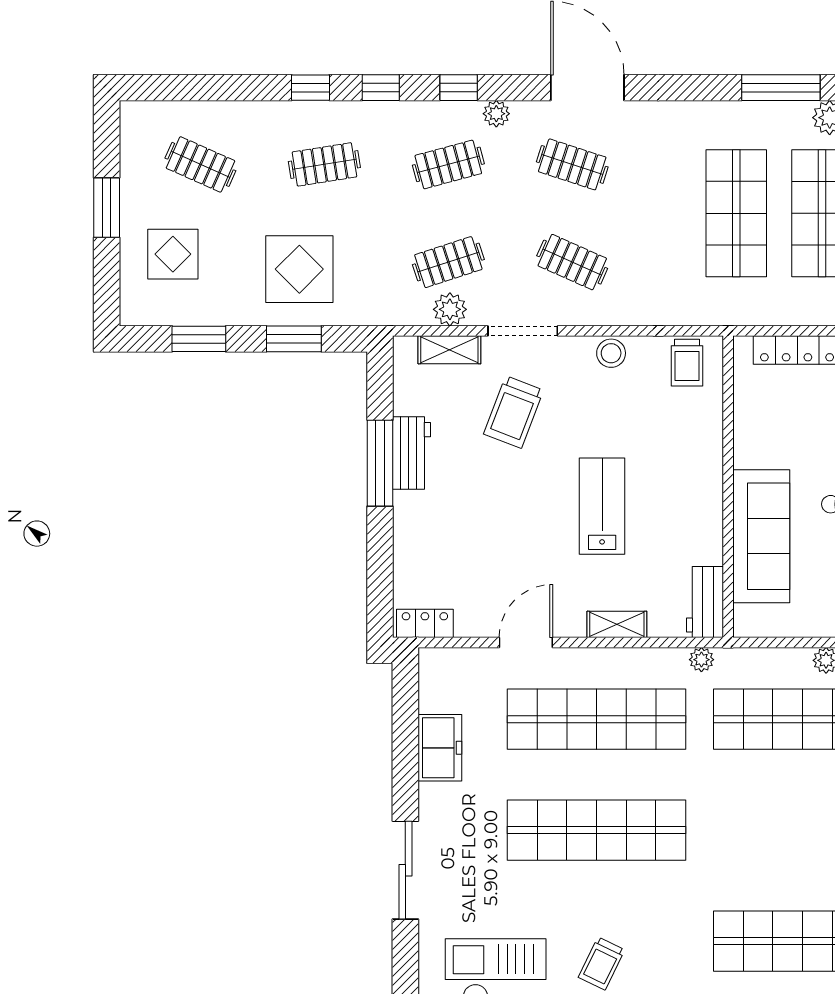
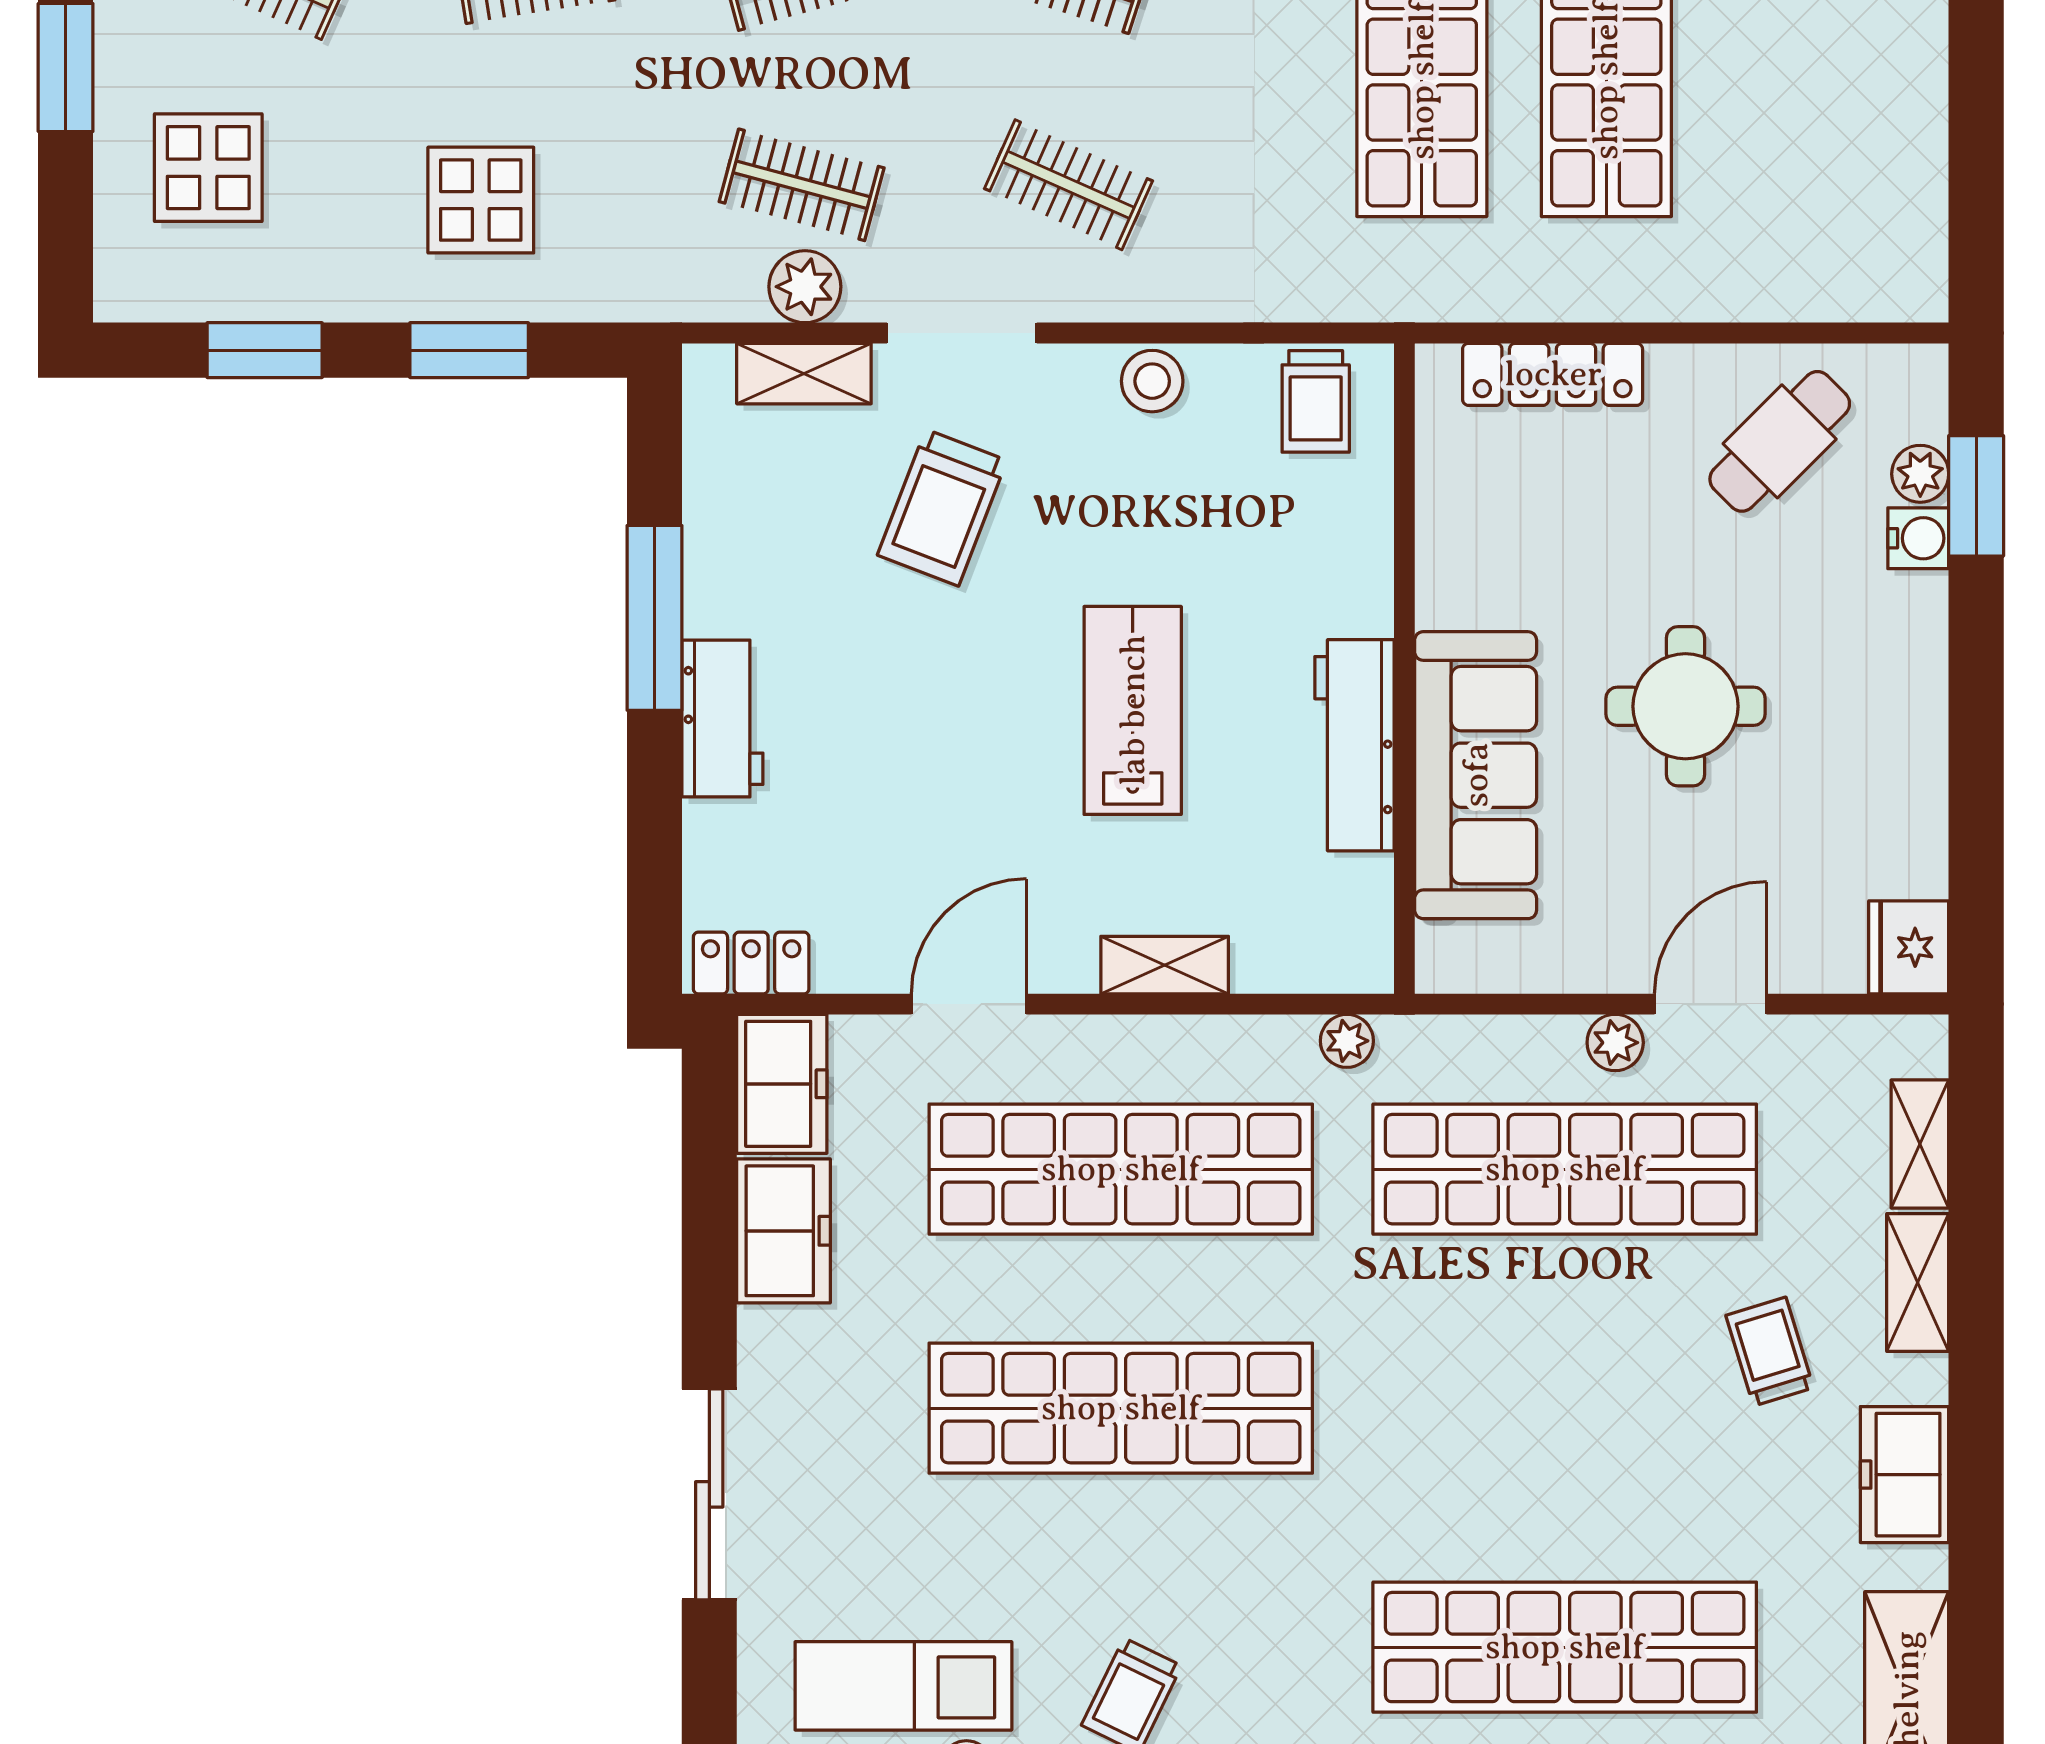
clothes rail: (448, 262) -> (802, 185), turned 33
display table: (299, 269) -> (481, 200), width x0.73, depth x0.73
workbench: (412, 453) -> (722, 719), moved
workbench: (705, 602) -> (1354, 745), moved, width x1.38
freezer: (439, 680) -> (782, 1084), added

